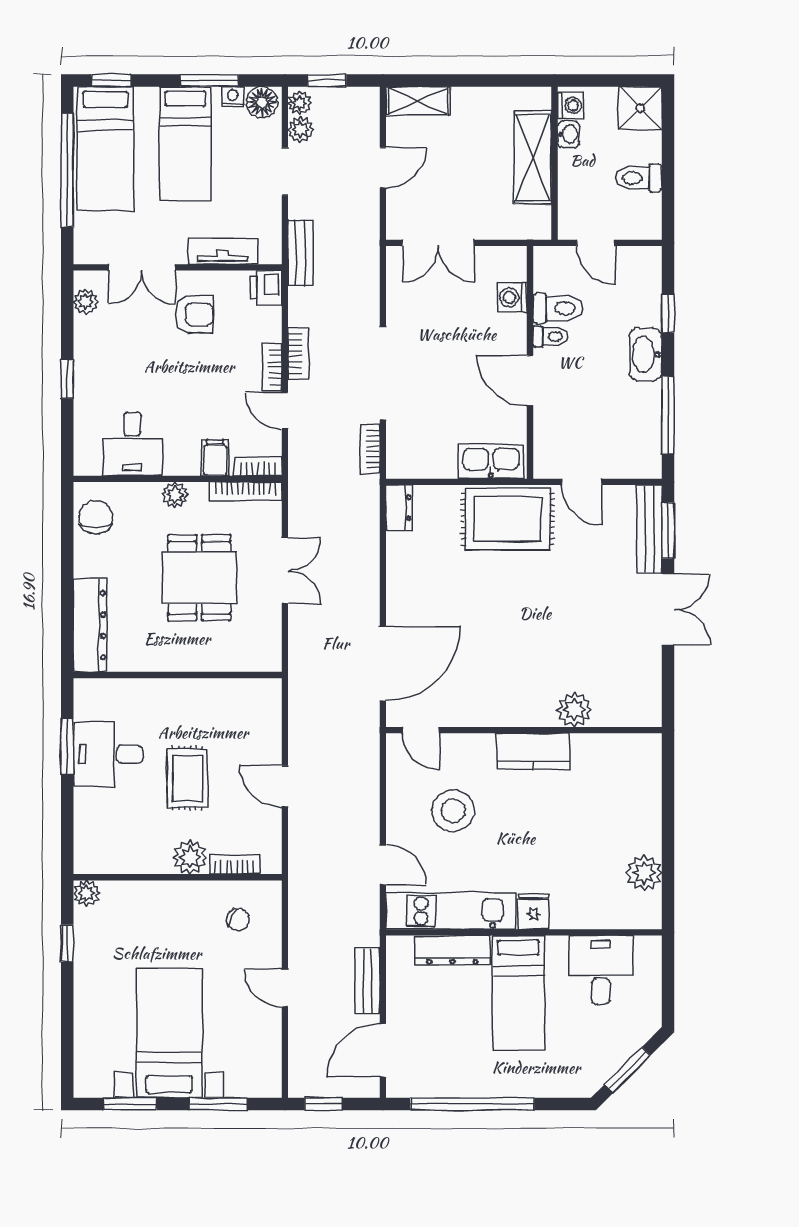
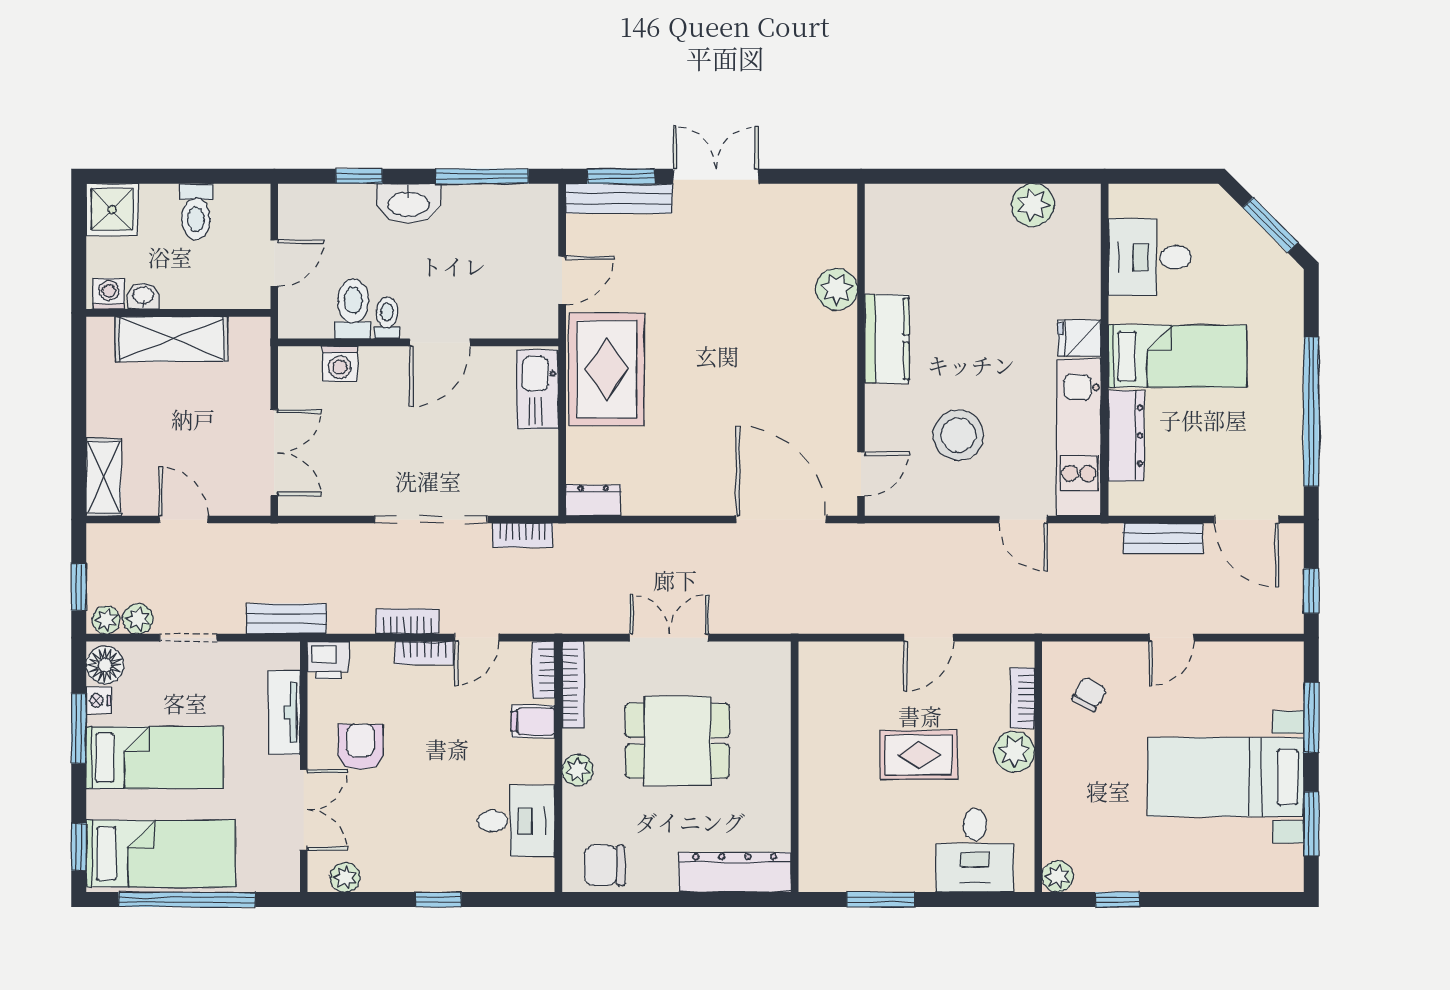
desk: (108, 754) -> (975, 850), moved
door: (383, 865) -> (1023, 519), swing flipped

